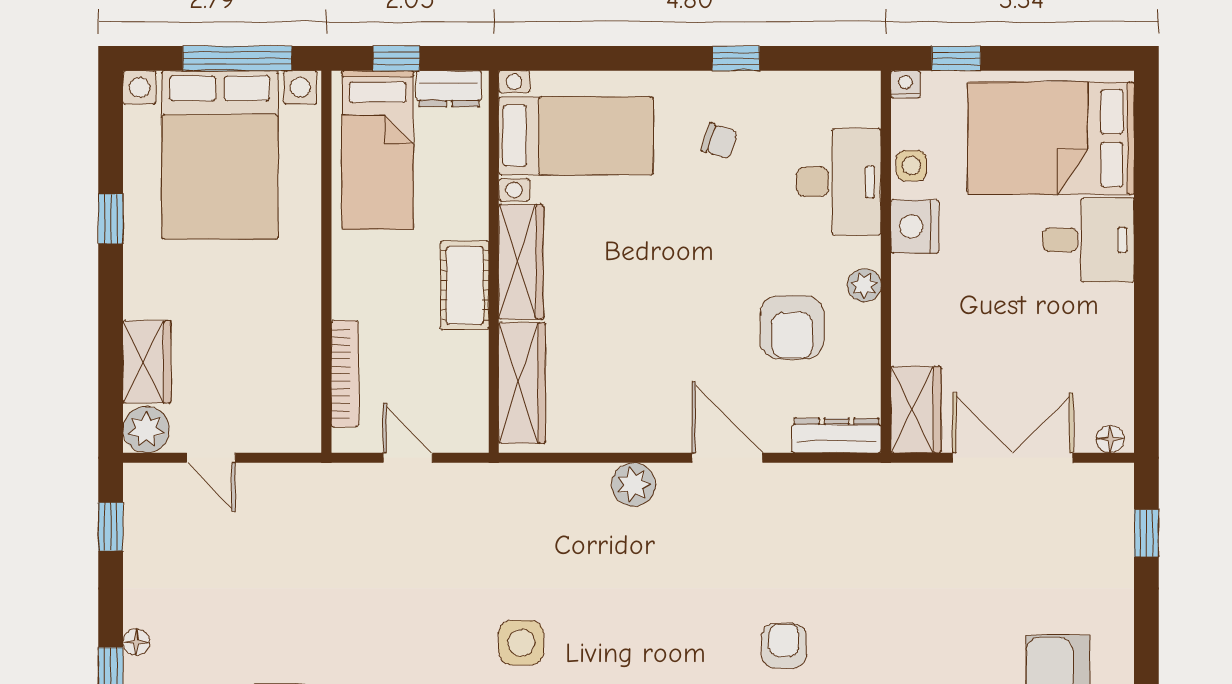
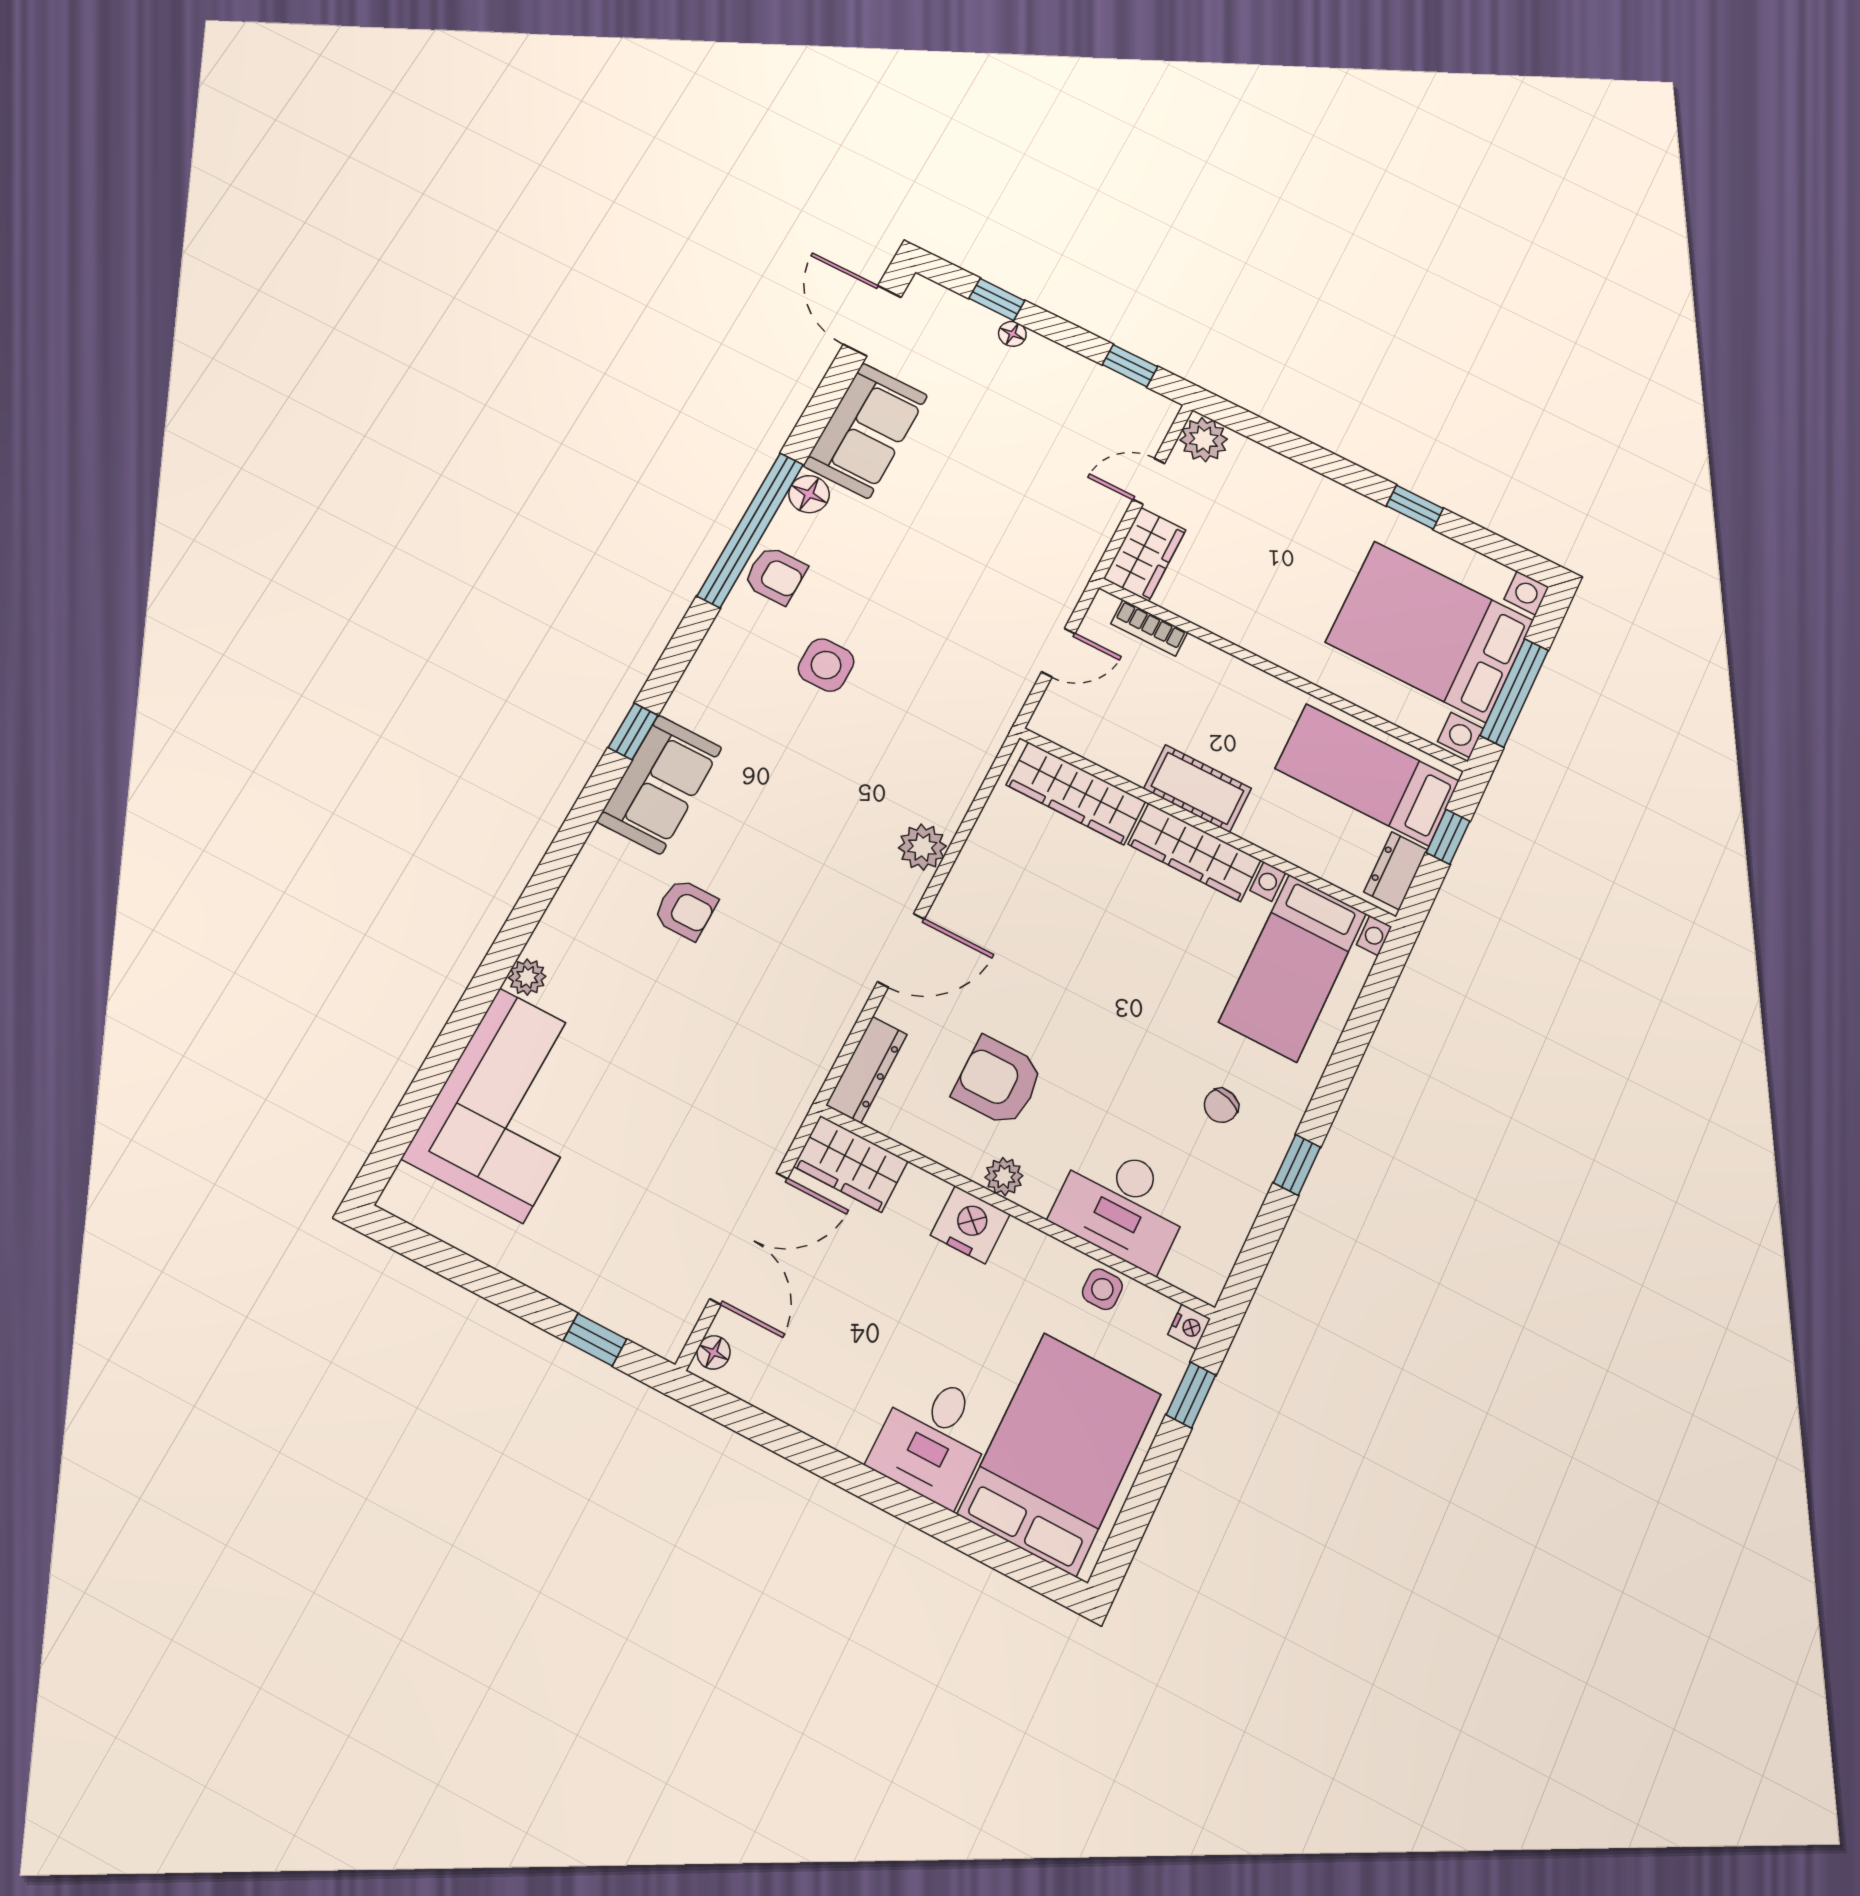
nightstand: (915, 227) -> (970, 1225), moved
wardrobe: (147, 362) -> (1145, 554), moved, turned -90
bookcase: (345, 374) -> (1149, 628), width x0.64

